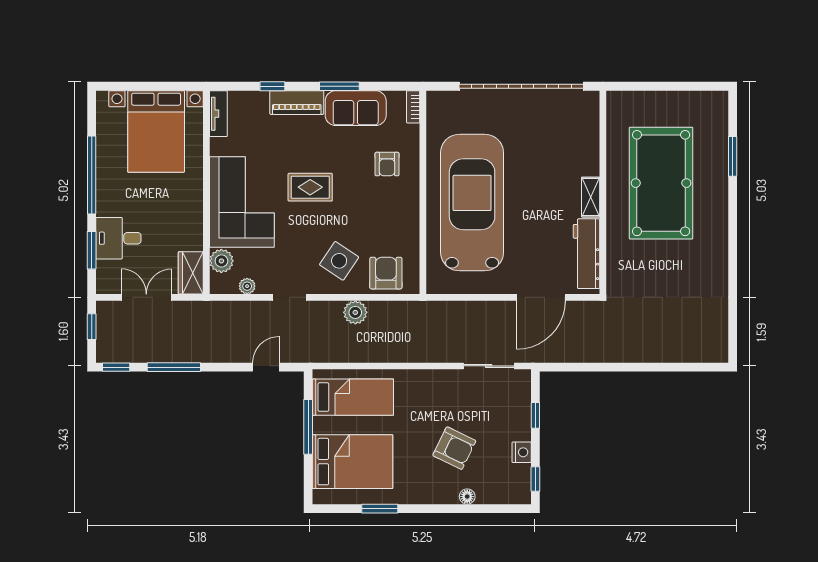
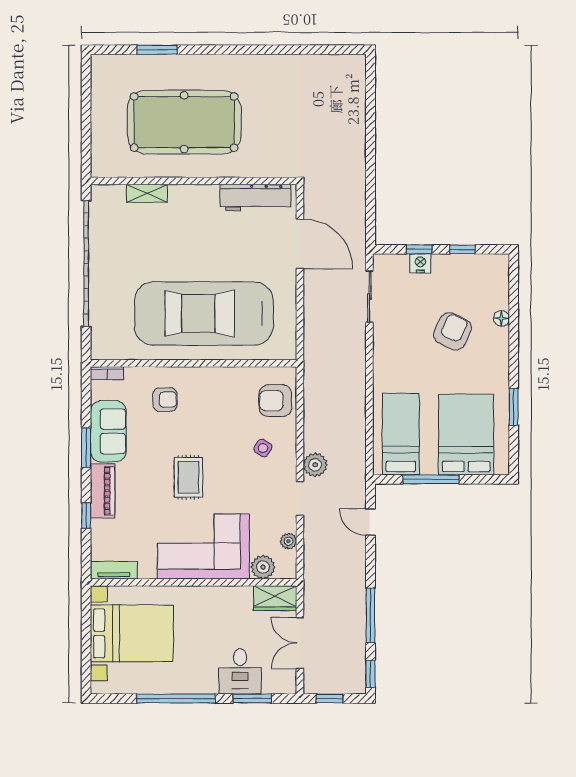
shelving: (591, 197) -> (147, 193), moved
side table: (339, 261) -> (263, 448), width x0.54, depth x0.54
plant: (355, 312) -> (315, 465), moved
nightstand: (522, 452) -> (420, 263), moved
window: (535, 479) -> (462, 249), moved

